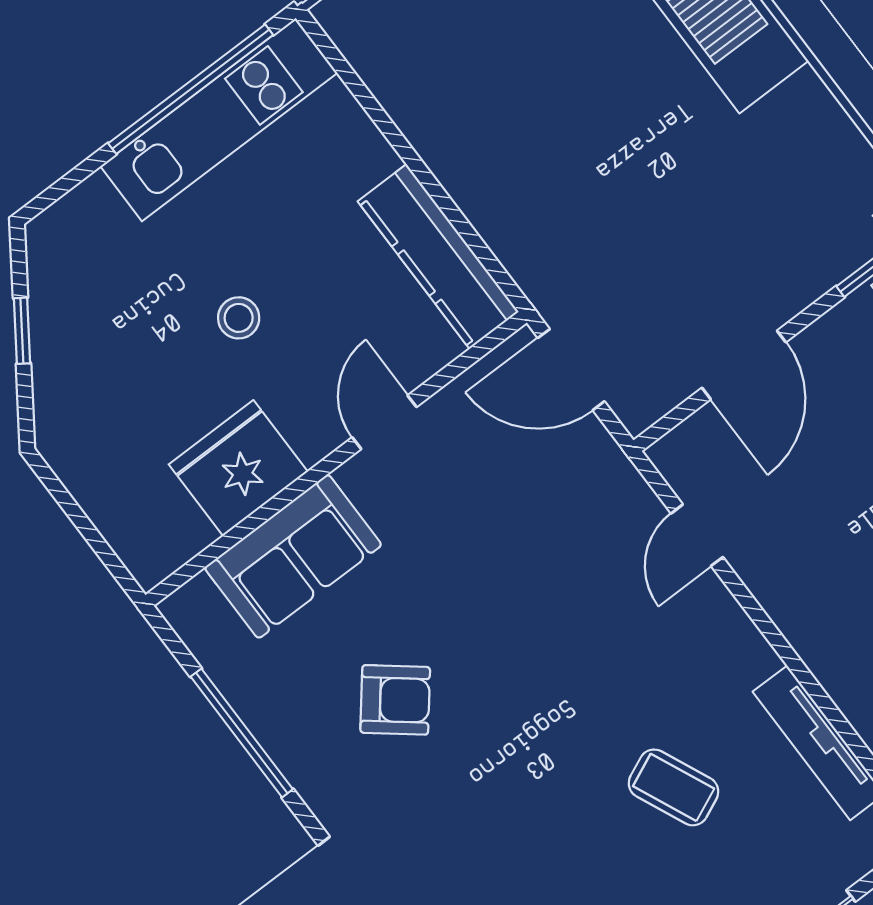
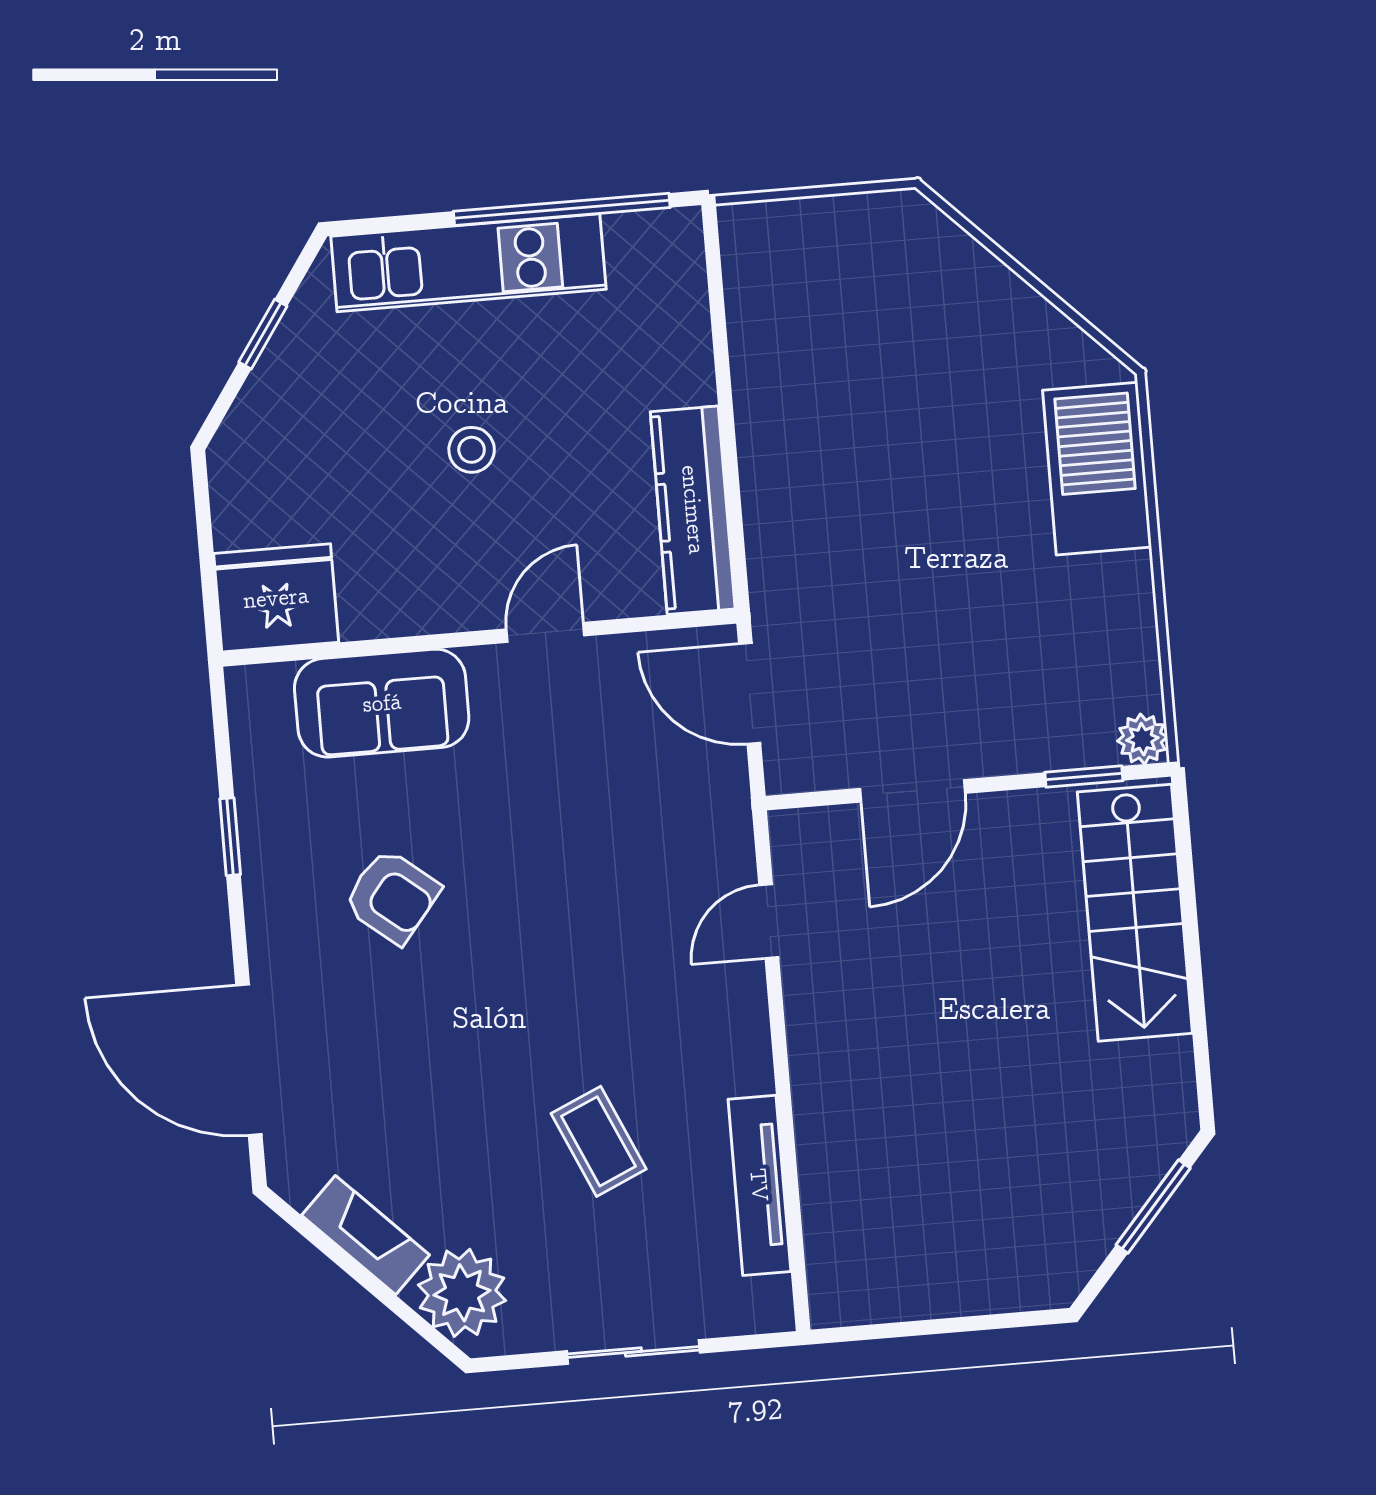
kitchen unit: (219, 120) -> (468, 263), moved
fridge: (238, 468) -> (276, 598), moved
window: (242, 733) -> (230, 837), width x0.46

